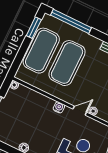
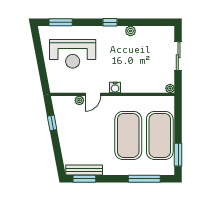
window: (71, 21) -> (144, 179), width x0.68

